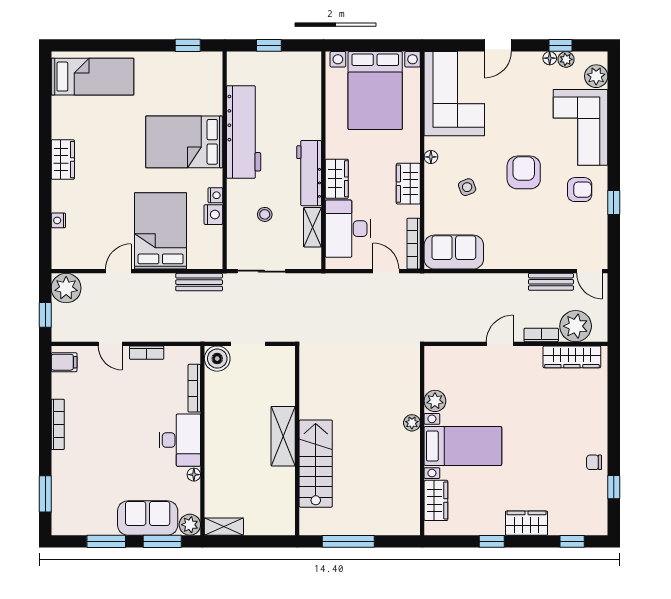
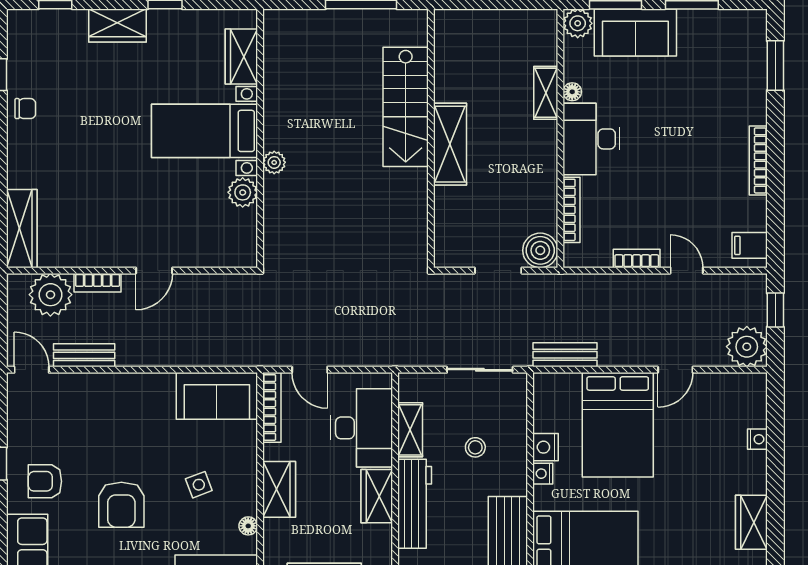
wardrobe: (572, 357) -> (22, 229), moved, turned 90
shelving: (224, 527) -> (546, 93), moved, turned 90

